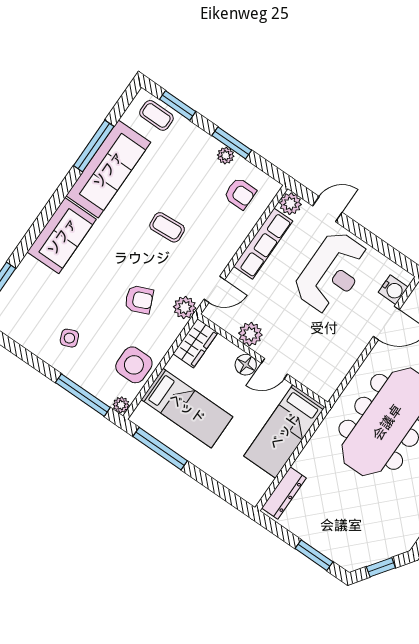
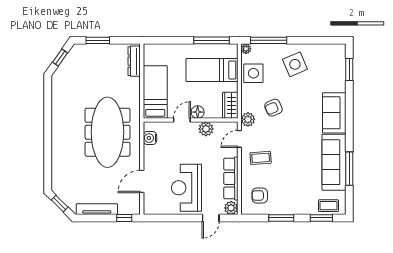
plant: (226, 156) -> (280, 210), removed
coffee table: (167, 227) -> (261, 158), moved
water cooler: (393, 290) -> (150, 138), moved
side table: (69, 338) -> (295, 64), width x1.87, depth x1.87

